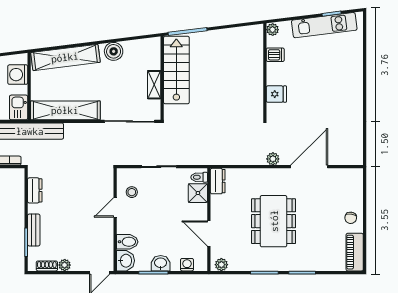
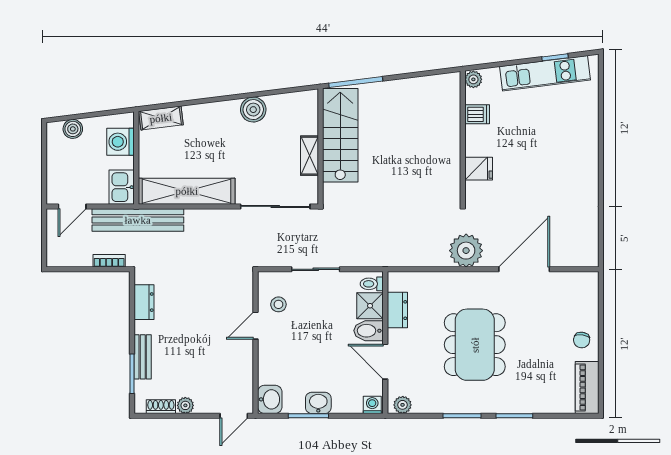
shelving: (65, 57) -> (161, 118), width x0.45, depth x0.75
plant: (273, 159) -> (466, 251), width x1.88, depth x1.88
dresser: (218, 181) -> (397, 310), moved
bidet: (127, 242) -> (369, 331), moved, turned 180
washing machine: (187, 265) -> (372, 405), moved

